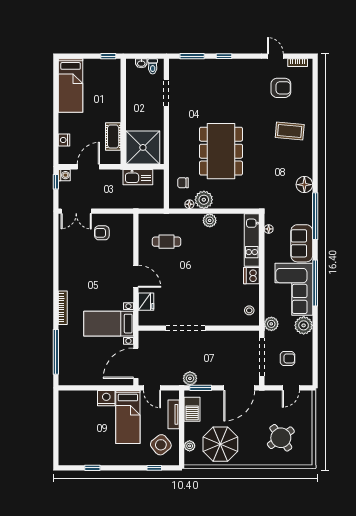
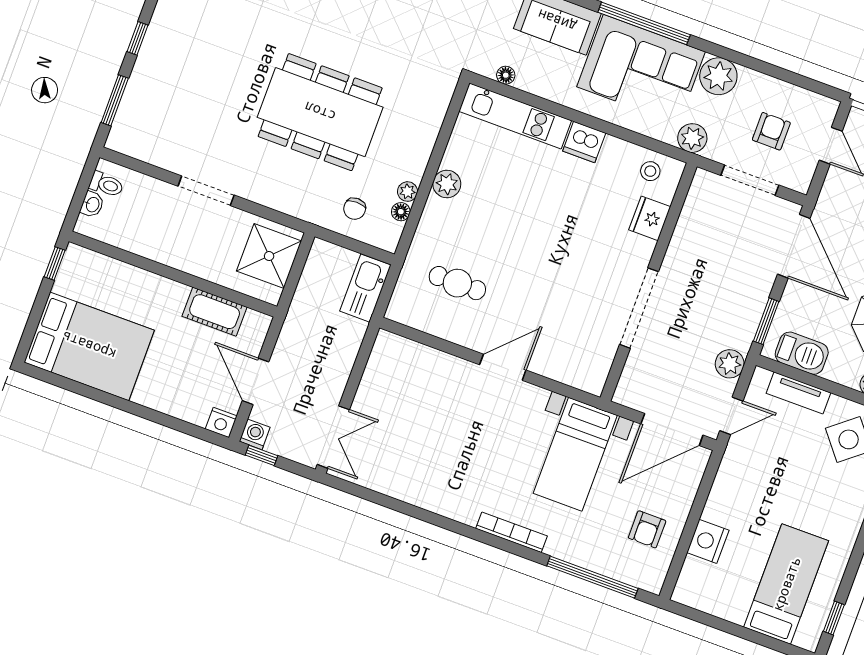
bed: (71, 86) -> (89, 346), width x1.50
doorway: (166, 93) -> (206, 191), moved
nightstand: (64, 140) -> (221, 422), moved
shower: (143, 147) -> (269, 256), width x0.73, depth x0.73
kitchen sink: (138, 177) -> (365, 288), moved, turned 180
plant: (204, 200) -> (408, 192), width x0.53, depth x0.53
armchair: (102, 233) -> (647, 529), moved
cafe table: (167, 242) -> (457, 283), turned 90
fridge: (146, 302) -> (650, 218), moved, turned -90
doorway: (262, 357) -> (750, 180), width x0.73
door: (136, 363) -> (672, 430), hinge flipped
plant: (190, 378) -> (730, 364), moved
nightstand: (106, 398) -> (708, 541), moved
bed: (128, 417) -> (786, 584), moved, turned -90
window: (92, 468) -> (834, 618), moved

